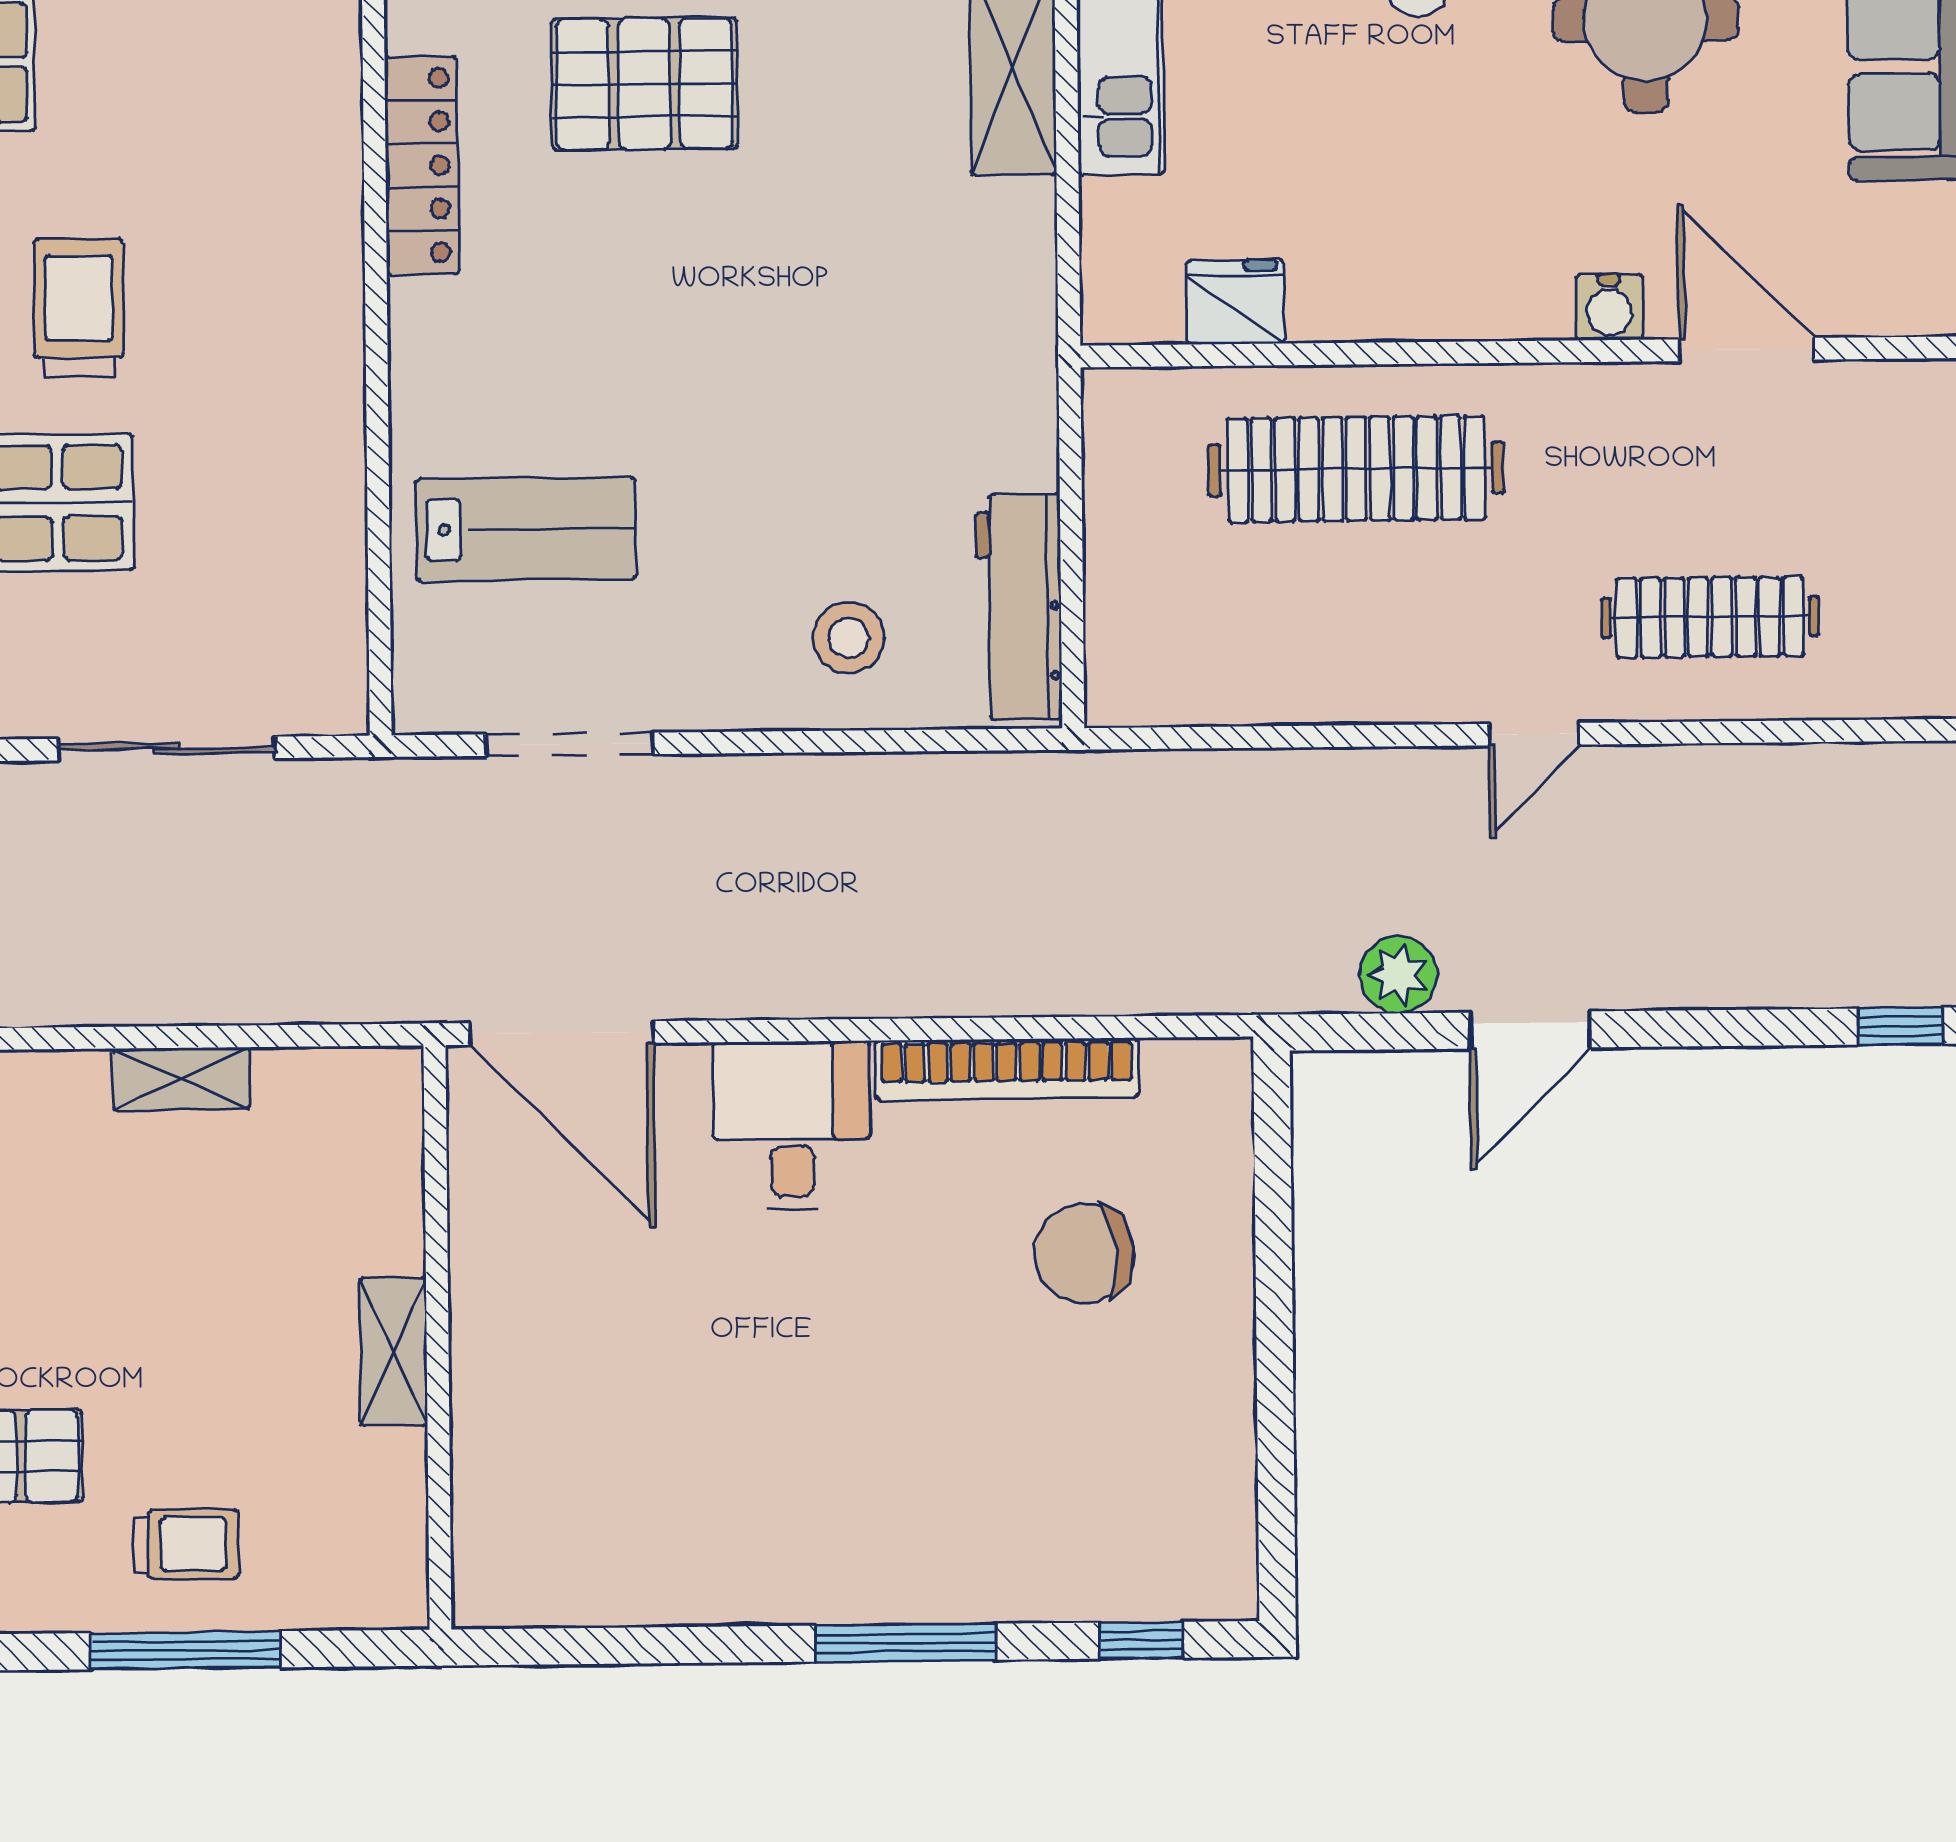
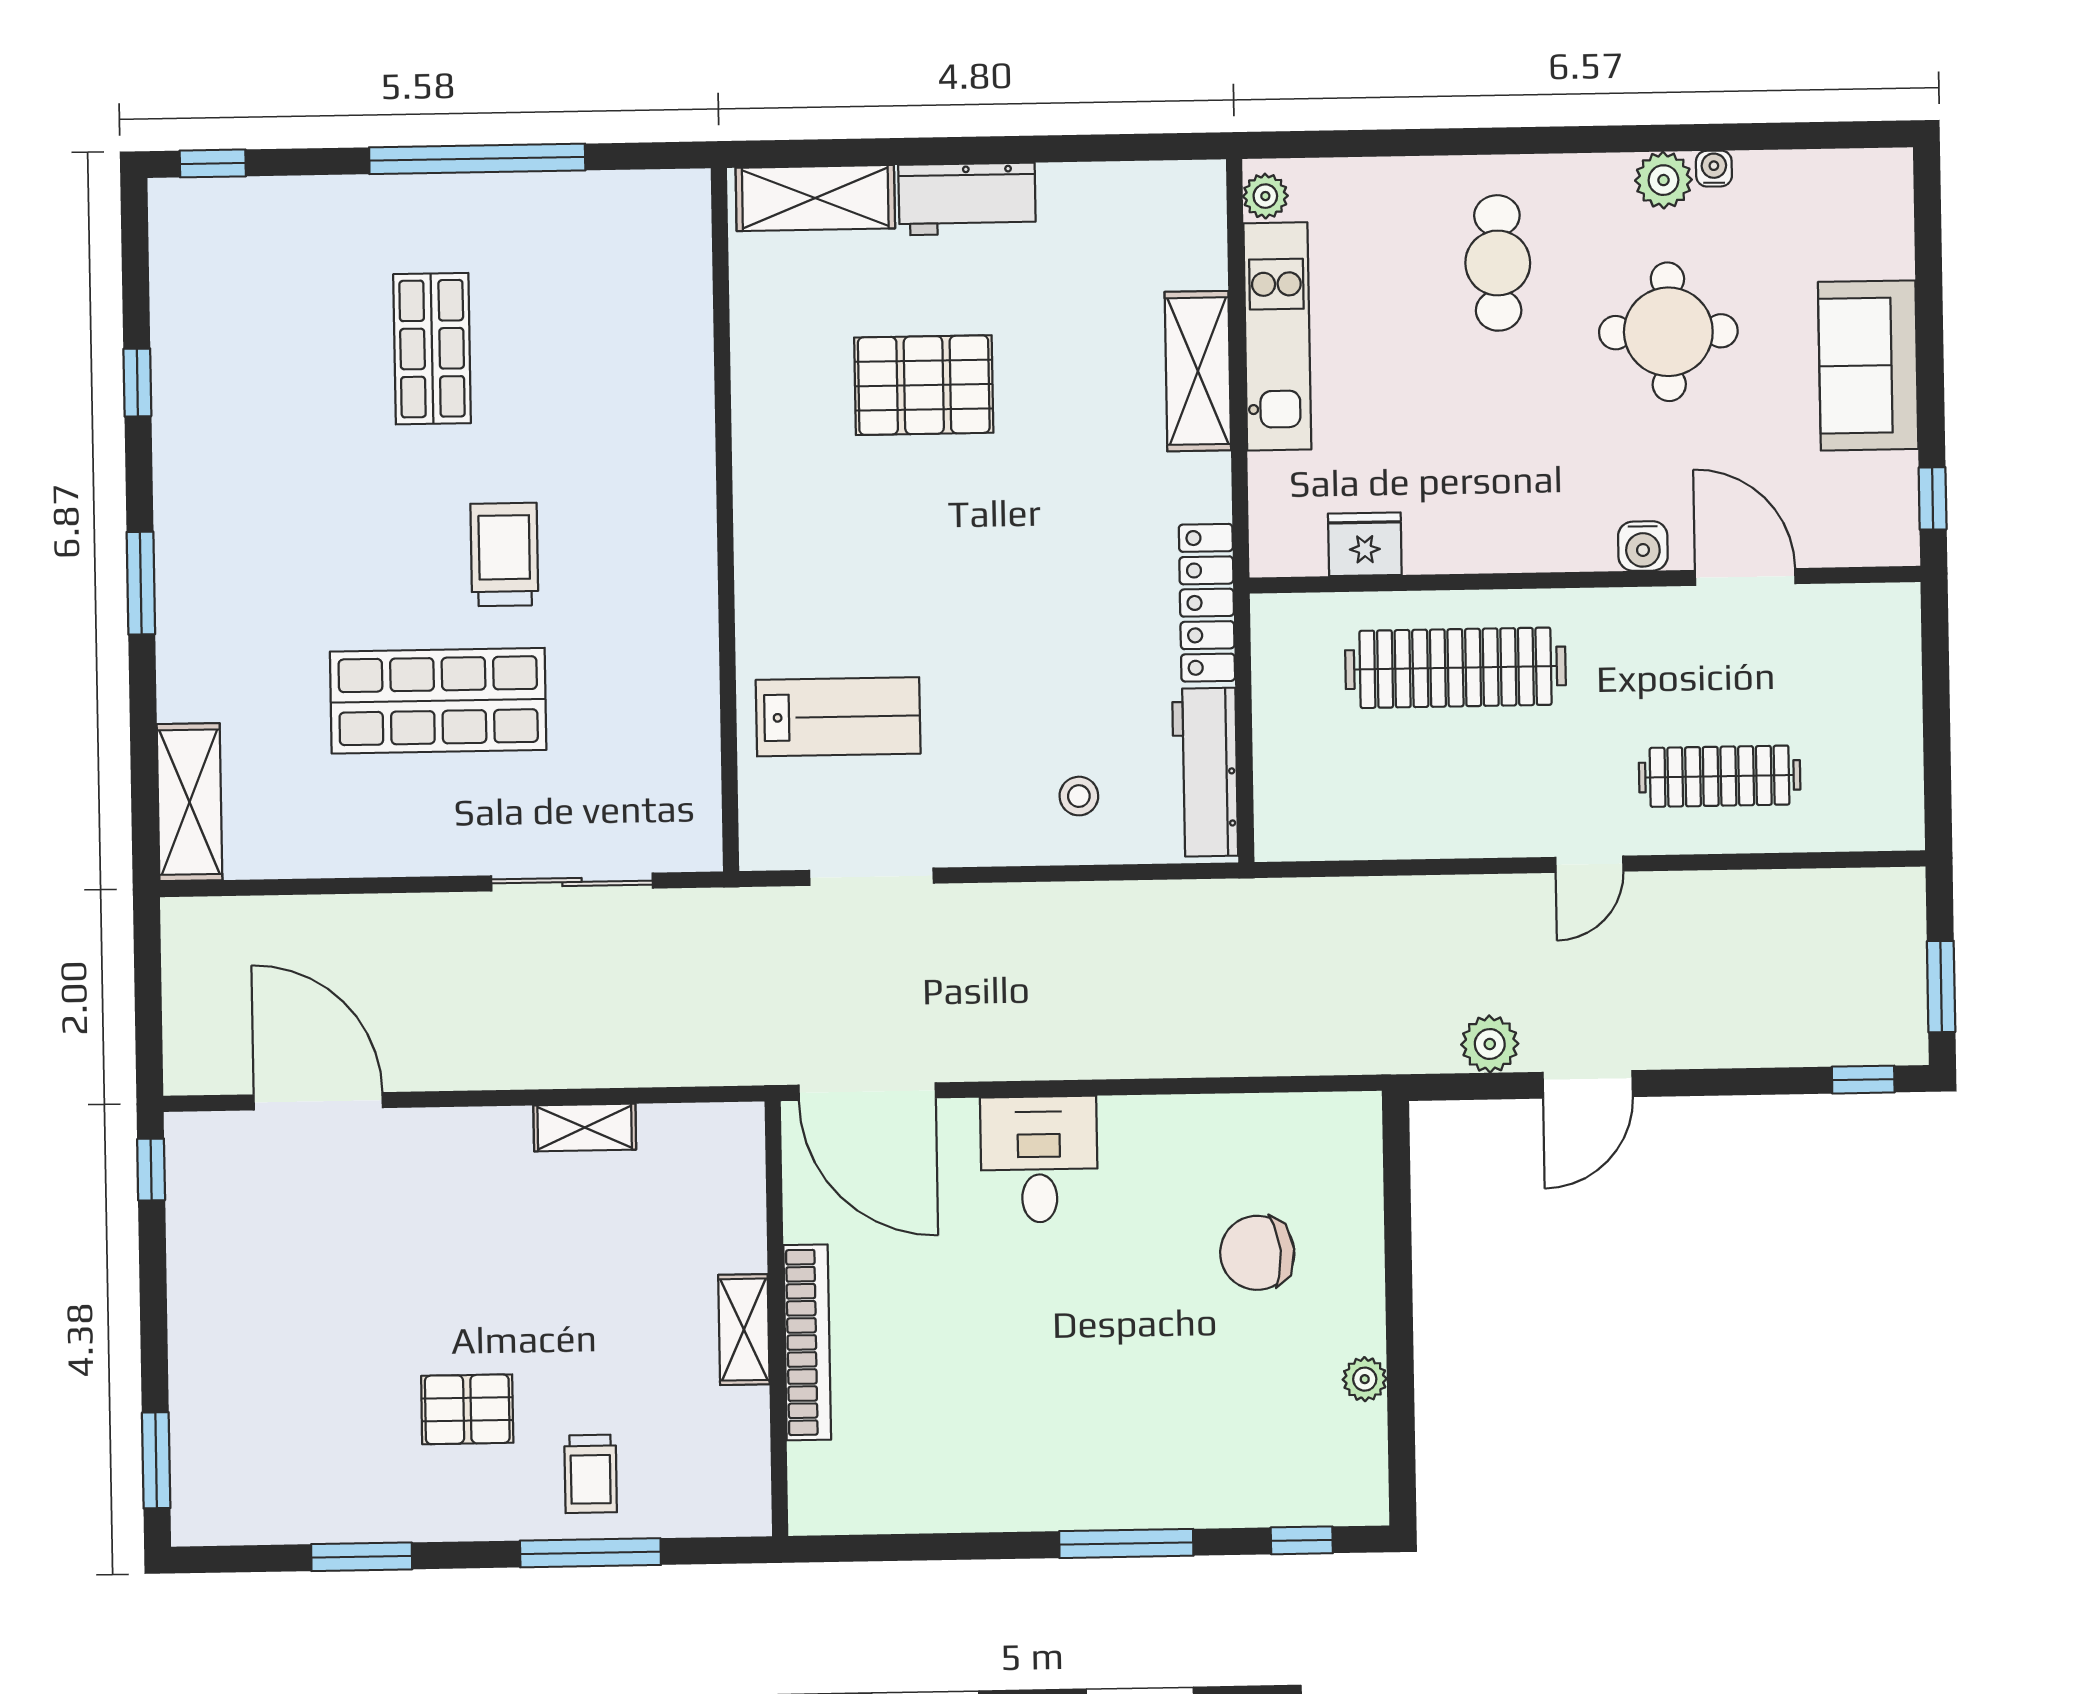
locker: (422, 165) -> (1207, 603), moved, turned 180
stool: (849, 638) -> (1079, 796), width x0.73, depth x0.73
bookcase: (1007, 1069) -> (807, 1342), moved, turned -90
plant: (1228, 1424) -> (1365, 1379), added
trolley: (186, 1544) -> (591, 1474), turned 90

